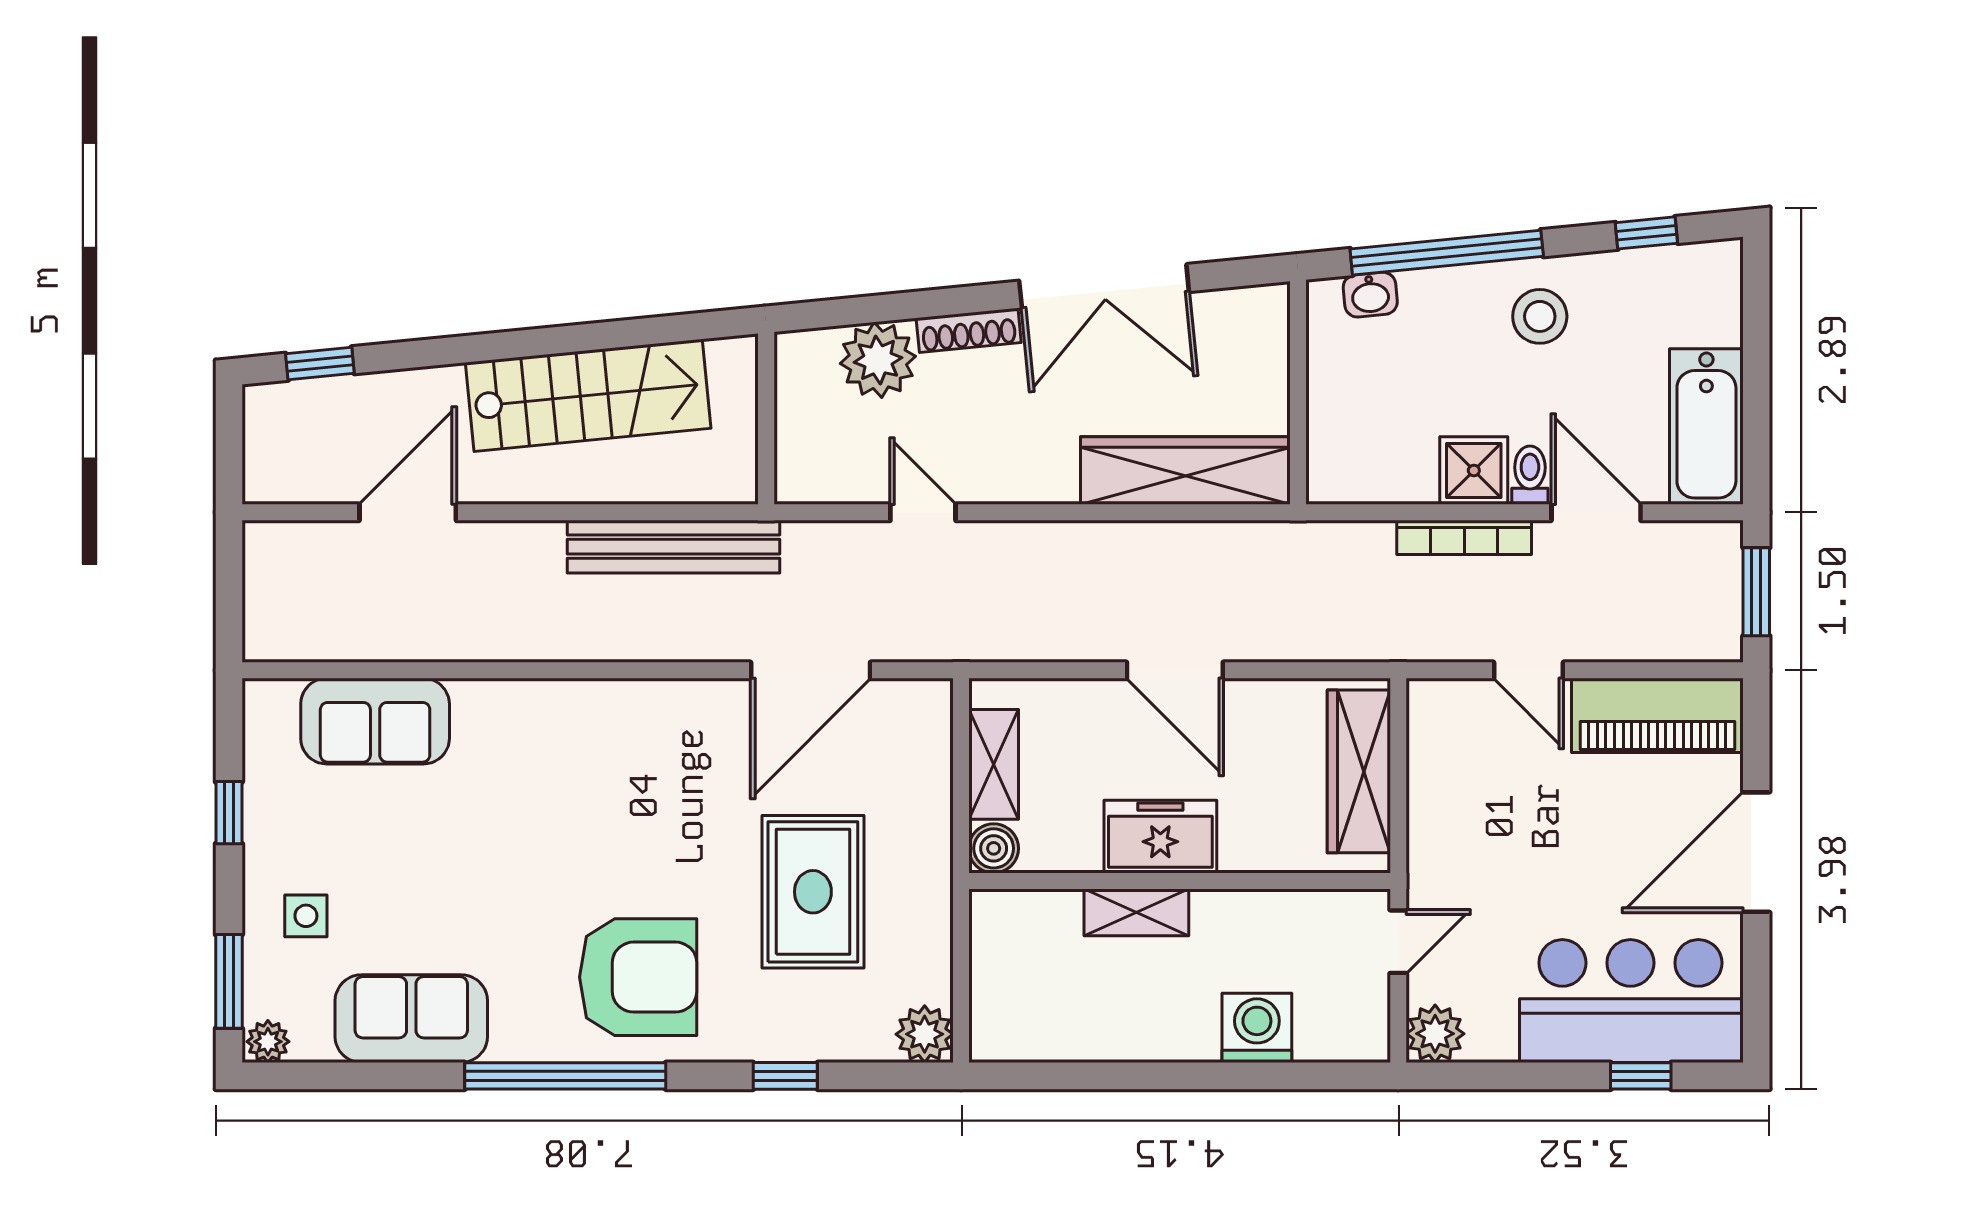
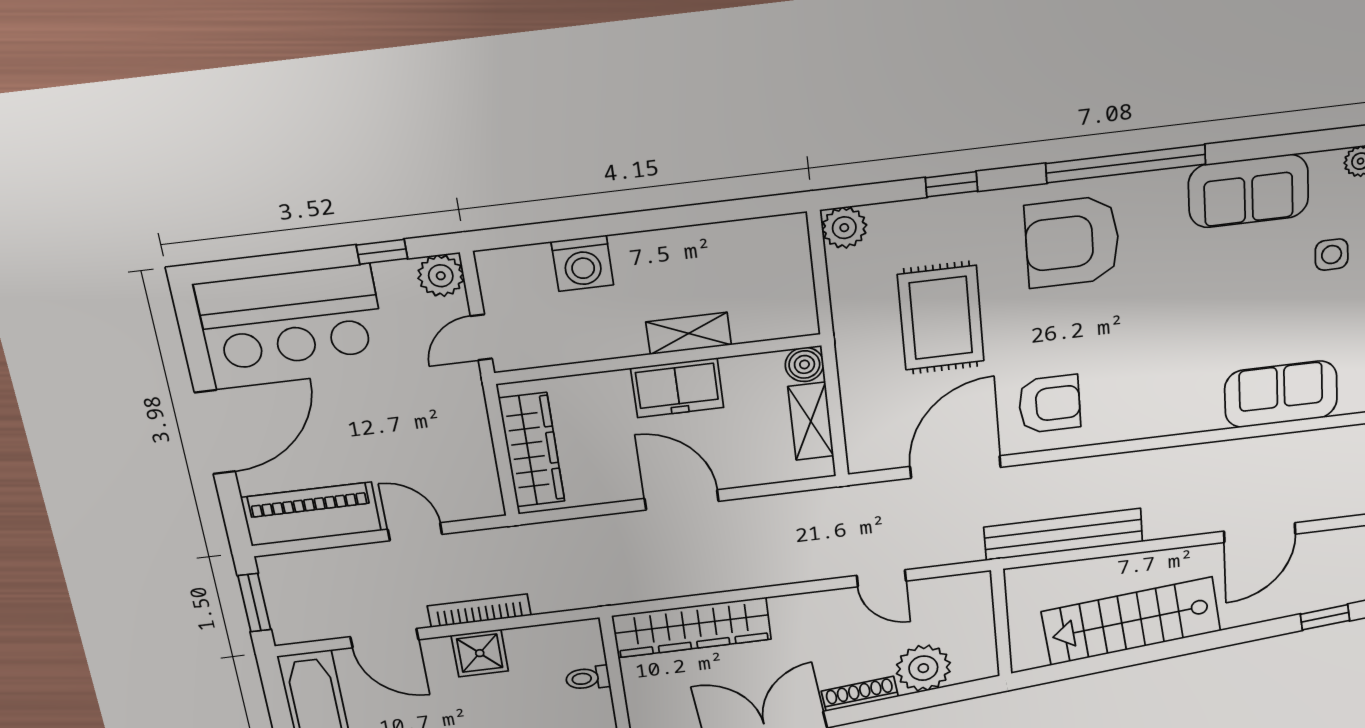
toilet: (1530, 475) -> (588, 678), moved, turned 90
armchair: (681, 748) -> (1049, 404), added
window: (1641, 1076) -> (382, 252), moved

